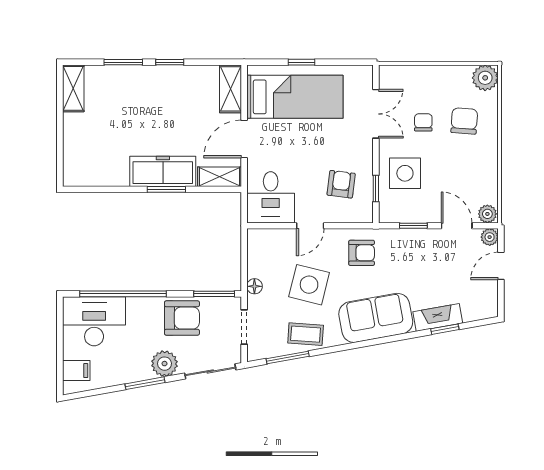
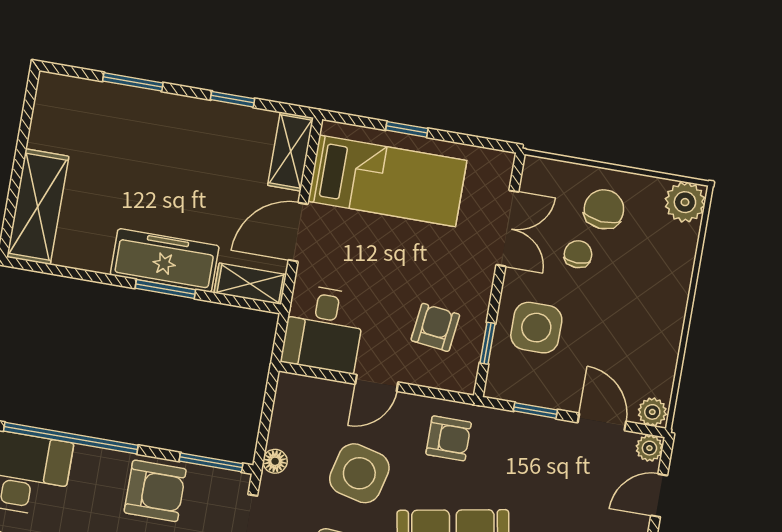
window: (170, 62) -> (233, 99), moved
shelving: (73, 88) -> (38, 207), moved, width x1.50, depth x1.33
chair: (464, 121) -> (604, 209), moved

